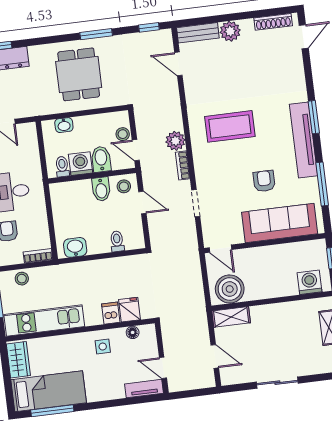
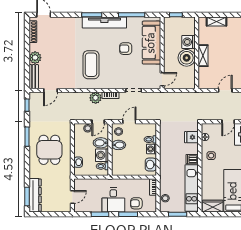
dining table: (79, 74) -> (49, 150), turned 90
washing machine: (101, 245) -> (152, 149), added
washing machine: (310, 282) -> (188, 42), moved
boiler: (230, 289) -> (187, 58), moved
dishwasher: (111, 313) -> (192, 159), moved
shelving: (231, 317) -> (203, 56), moved

